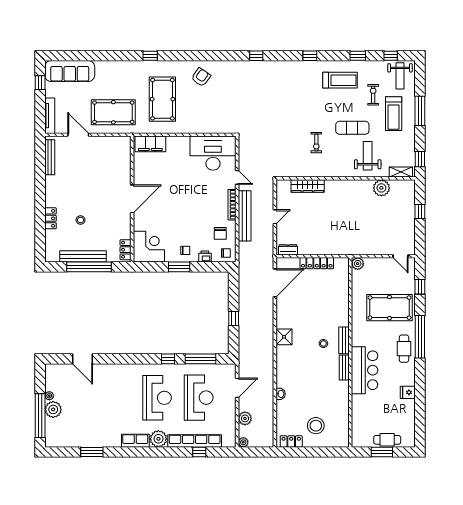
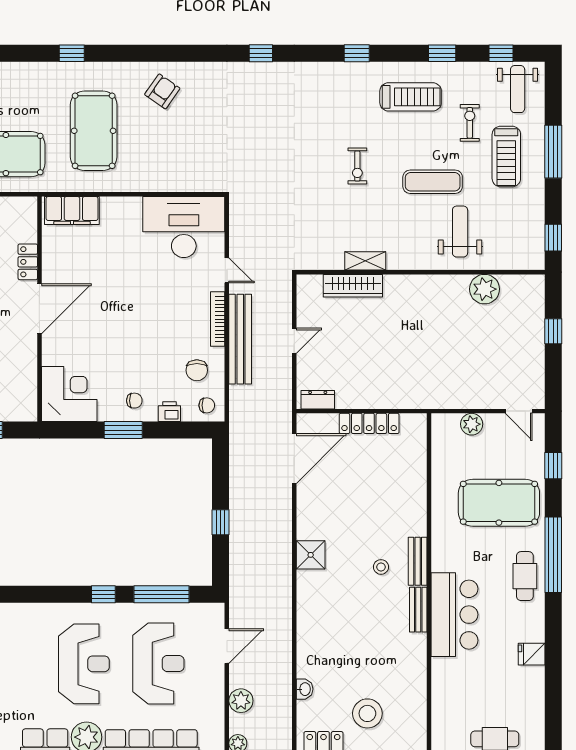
exercise bike: (316, 143) -> (357, 166), moved
shelving: (401, 172) -> (365, 261), moved
locker: (126, 250) -> (28, 262), moved
plant: (358, 264) -> (472, 424), moved
washbasin: (281, 394) -> (305, 689), moved

